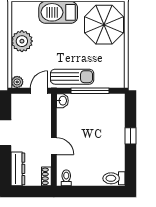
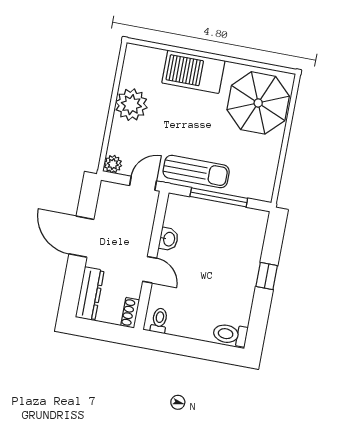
washbasin: (62, 101) -> (169, 239), moved

